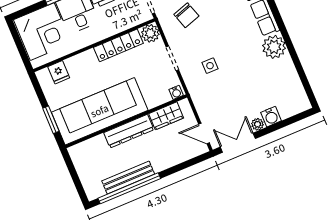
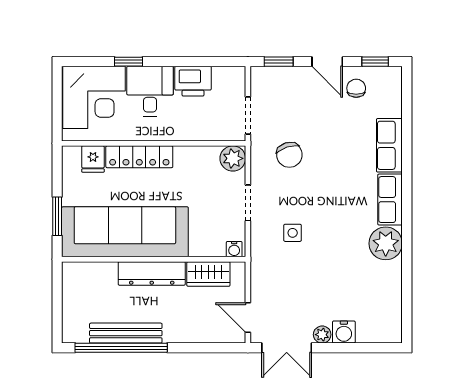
locker: (118, 45) -> (139, 157), moved
double door: (238, 143) -> (287, 348), swing flipped

